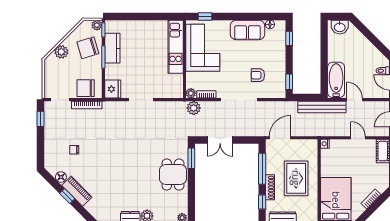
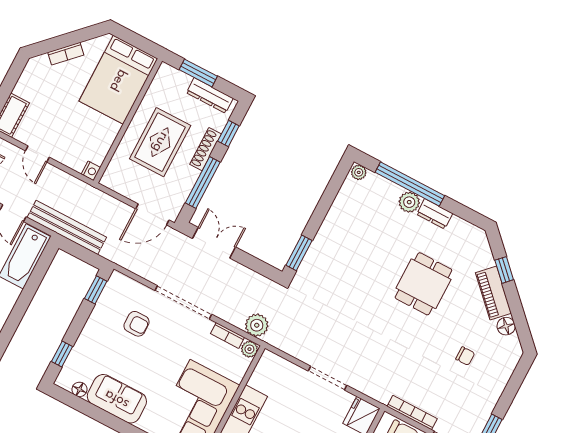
double door: (220, 140) -> (214, 243), moved
dining table: (173, 175) -> (423, 284), moved
window: (67, 196) -> (504, 270), moved

